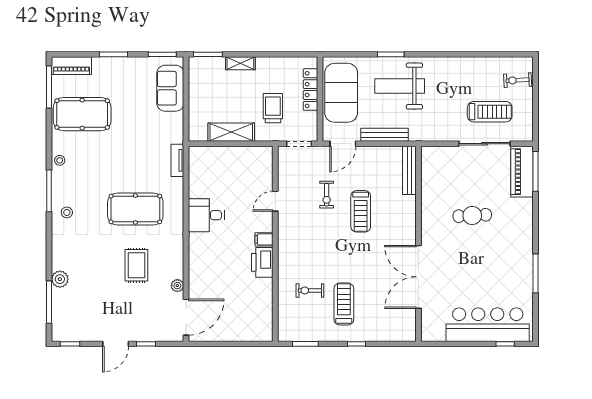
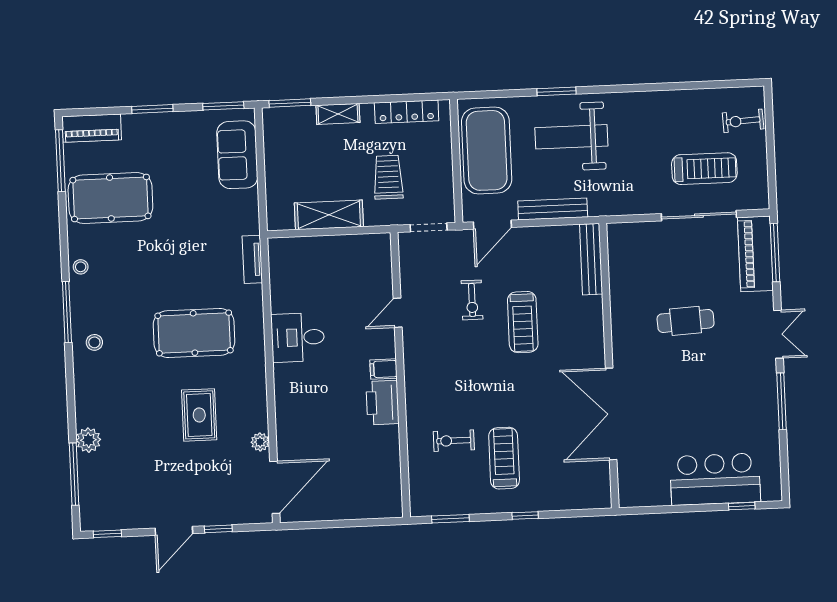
locker: (310, 90) -> (407, 112), moved, turned -90
double door: (536, 227) -> (779, 334), added
bar counter: (488, 325) -> (715, 479), width x0.73

